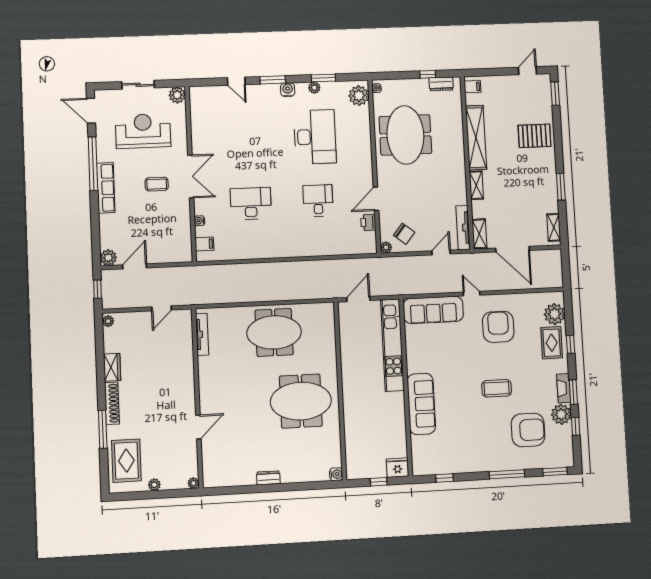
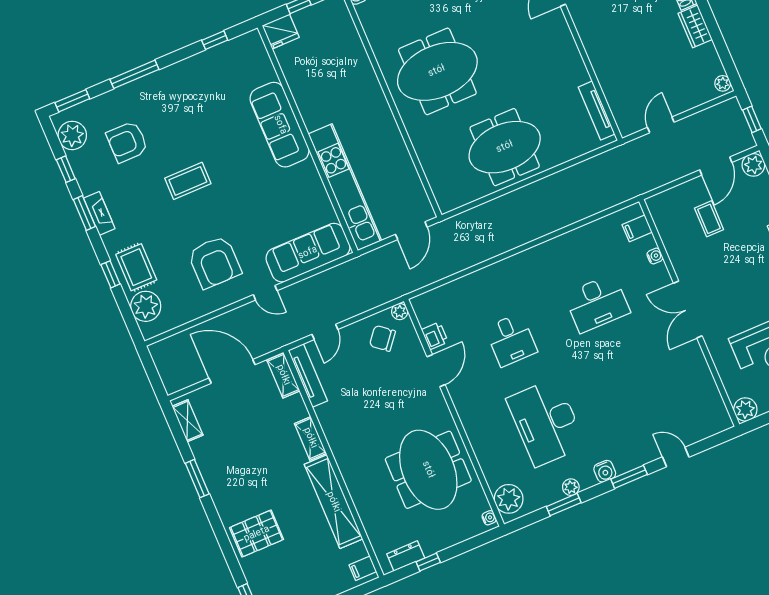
coffee table: (157, 184) -> (709, 219), moved, turned 90
plant: (561, 414) -> (72, 135), moved
armchair: (528, 430) -> (127, 142), width x0.73, depth x0.73

